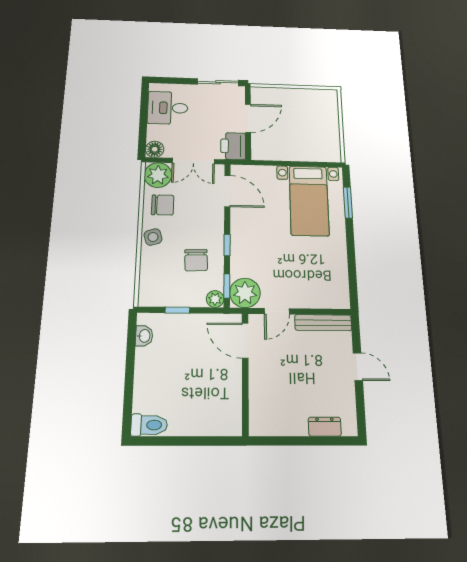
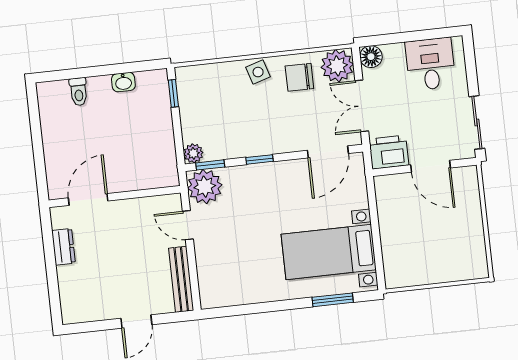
chair: (163, 205) -> (299, 77), turned 90
chair: (196, 260) -> (236, 126), removed
window: (177, 310) -> (173, 93), moved
washbasin: (144, 336) -> (123, 82), moved
door: (245, 341) -> (88, 199), moved
toilet: (149, 425) -> (79, 92), moved, width x0.73, depth x0.72
dresser: (325, 427) -> (63, 247), moved

